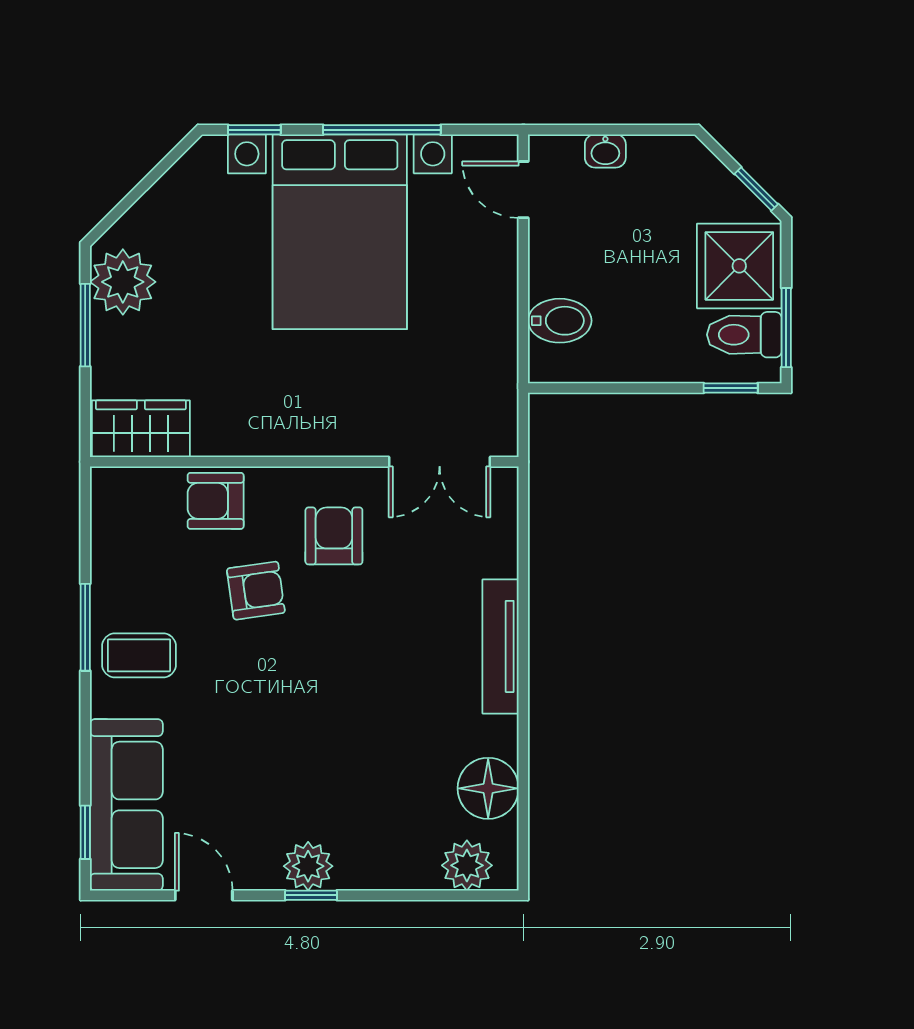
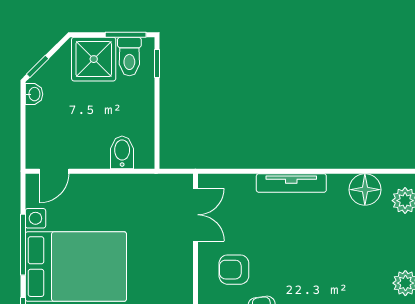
washbasin: (605, 151) -> (34, 94), moved
window: (756, 189) -> (38, 66), moved

